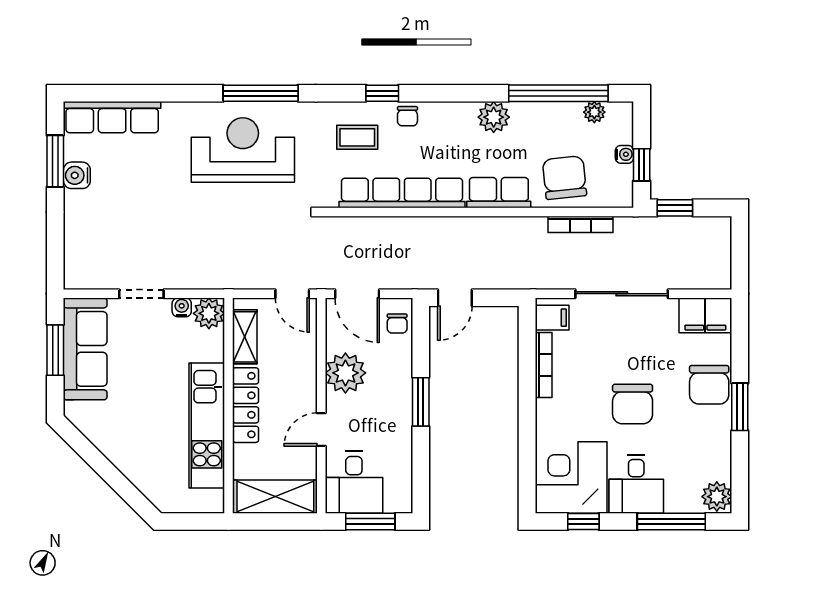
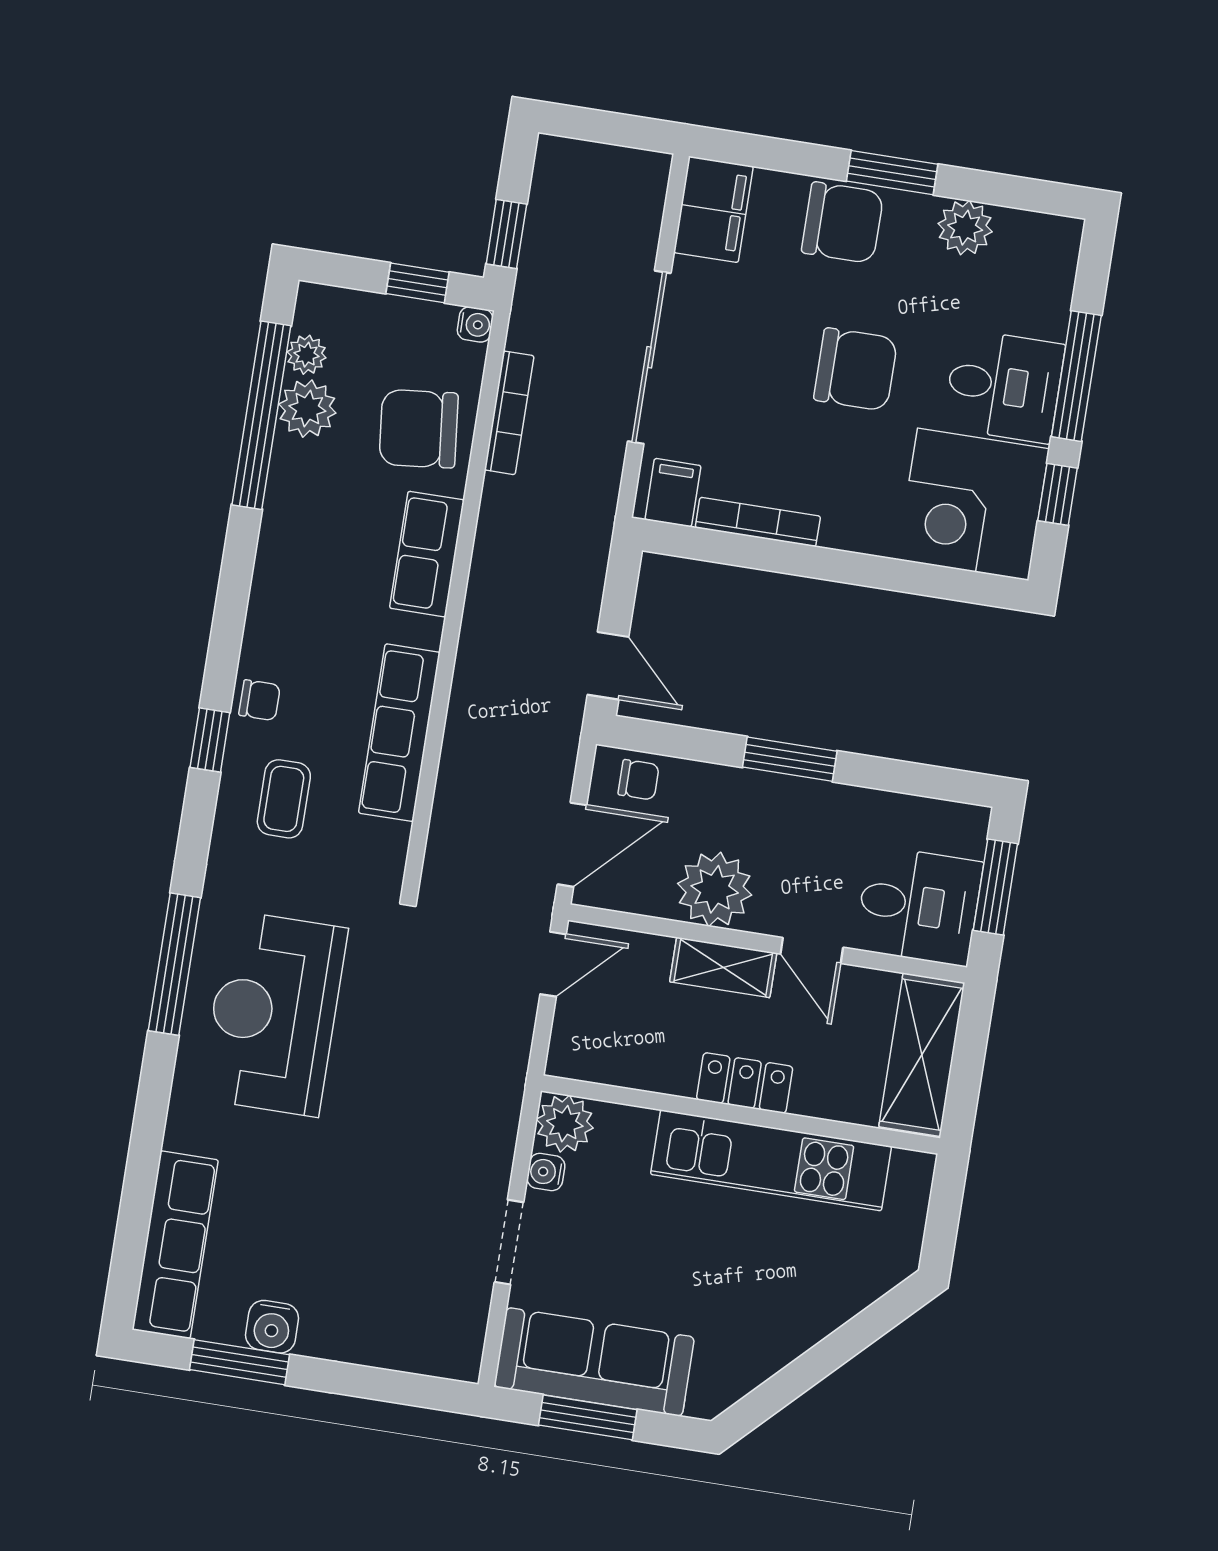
plant: (494, 117) -> (307, 409), moved
water cooler: (624, 154) -> (475, 324), moved, turned 90
row of seats: (402, 193) -> (399, 733), width x0.73
shelving: (245, 337) -> (723, 967), moved
locker: (245, 405) -> (745, 1083), width x0.66
plant: (717, 497) -> (965, 228), moved
window: (671, 521) -> (1076, 376), moved

